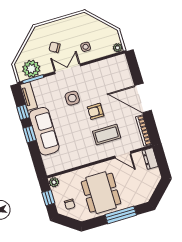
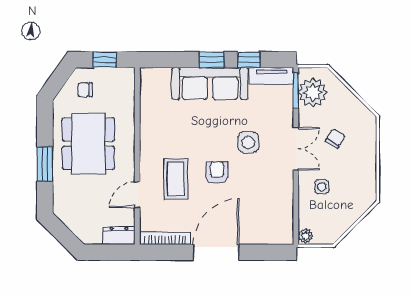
plant: (54, 182) -> (126, 75), removed
dining table: (101, 193) -> (88, 144), turned 90
window: (121, 215) -> (45, 164), width x0.69

